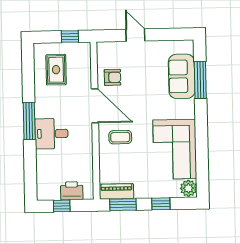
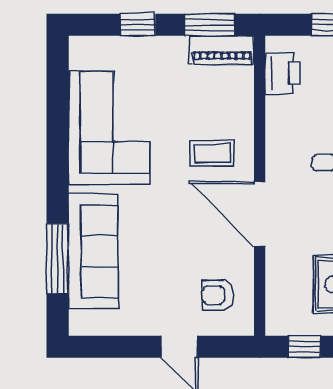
sofa: (182, 76) -> (93, 251), width x1.36
armchair: (112, 77) -> (218, 295), moved
plant: (188, 188) -> (85, 53), removed
printer: (72, 191) -> (282, 73), moved, turned -90

